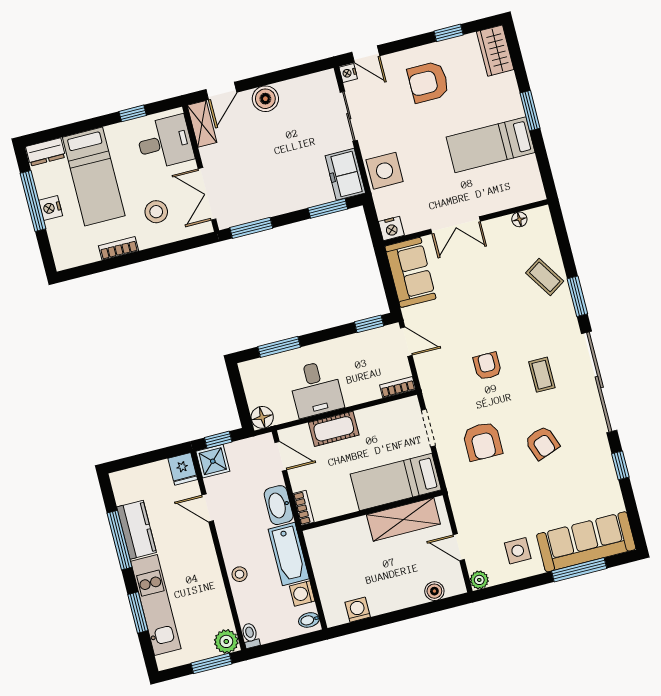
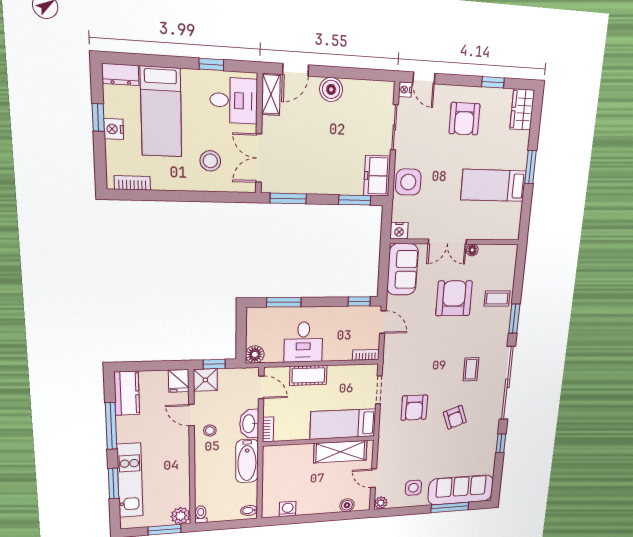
armchair: (428, 82) -> (464, 119), turned -90
window: (33, 201) -> (98, 117), width x0.46
floor lamp: (519, 219) -> (472, 250), moved
bookcase: (119, 248) -> (132, 183), moved
coffee table: (545, 277) -> (497, 299), turned -57
armchair: (487, 366) -> (454, 298), moved, width x1.88, depth x1.88
kitchen counter: (137, 530) -> (127, 393), moved
stool: (240, 574) -> (210, 431), moved
washing machine: (302, 593) -> (249, 491), removed

